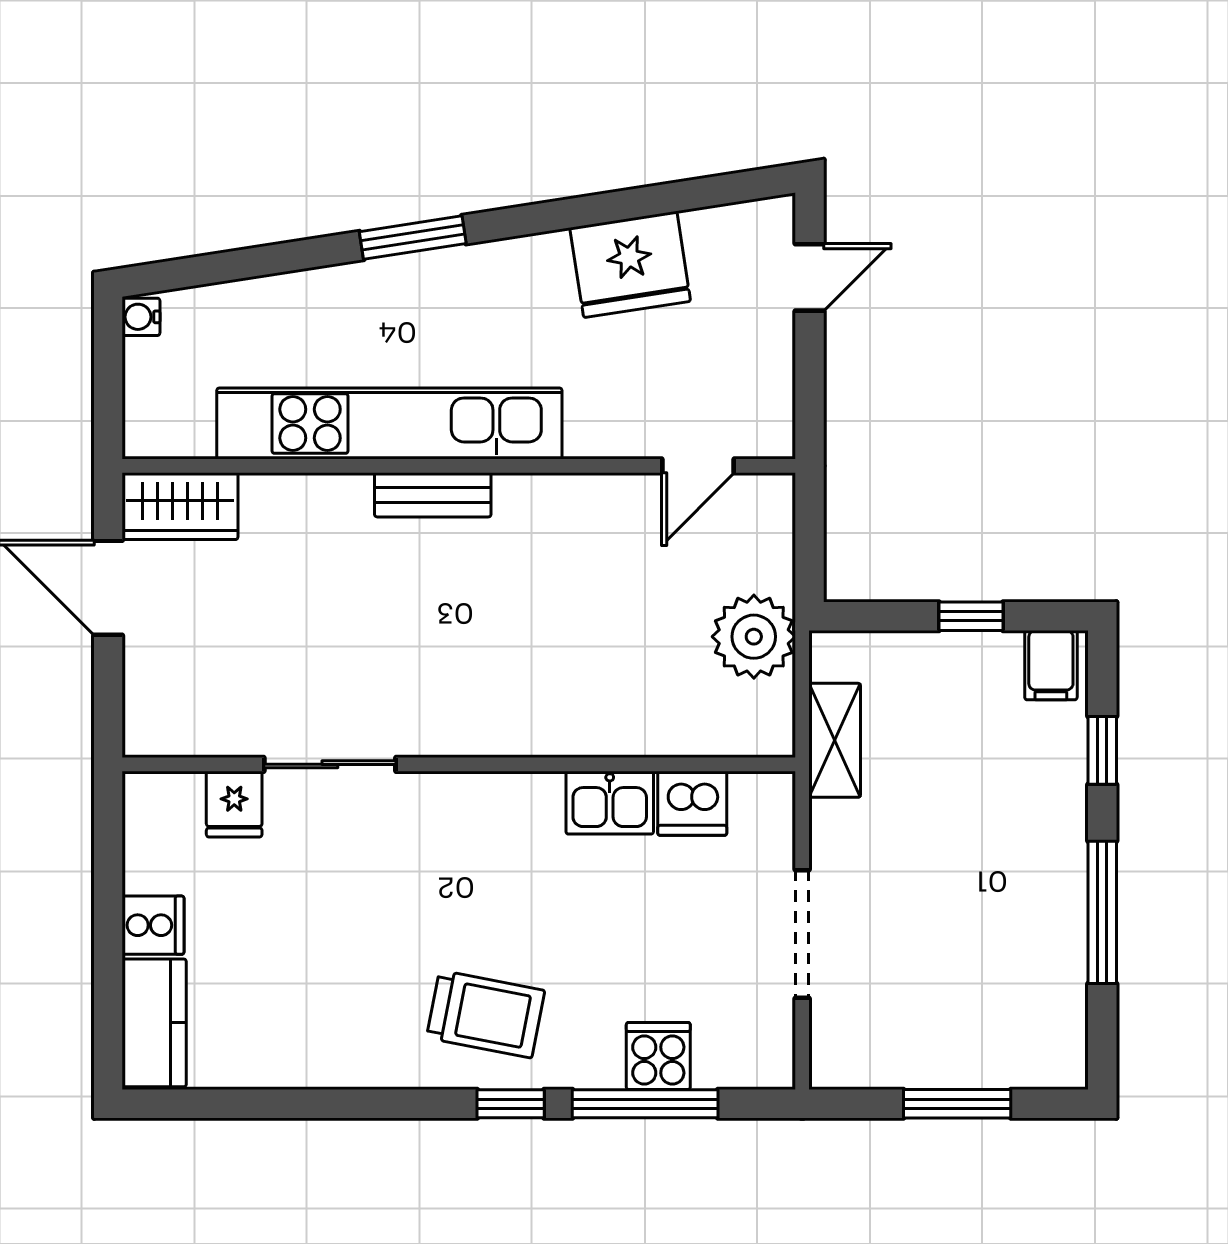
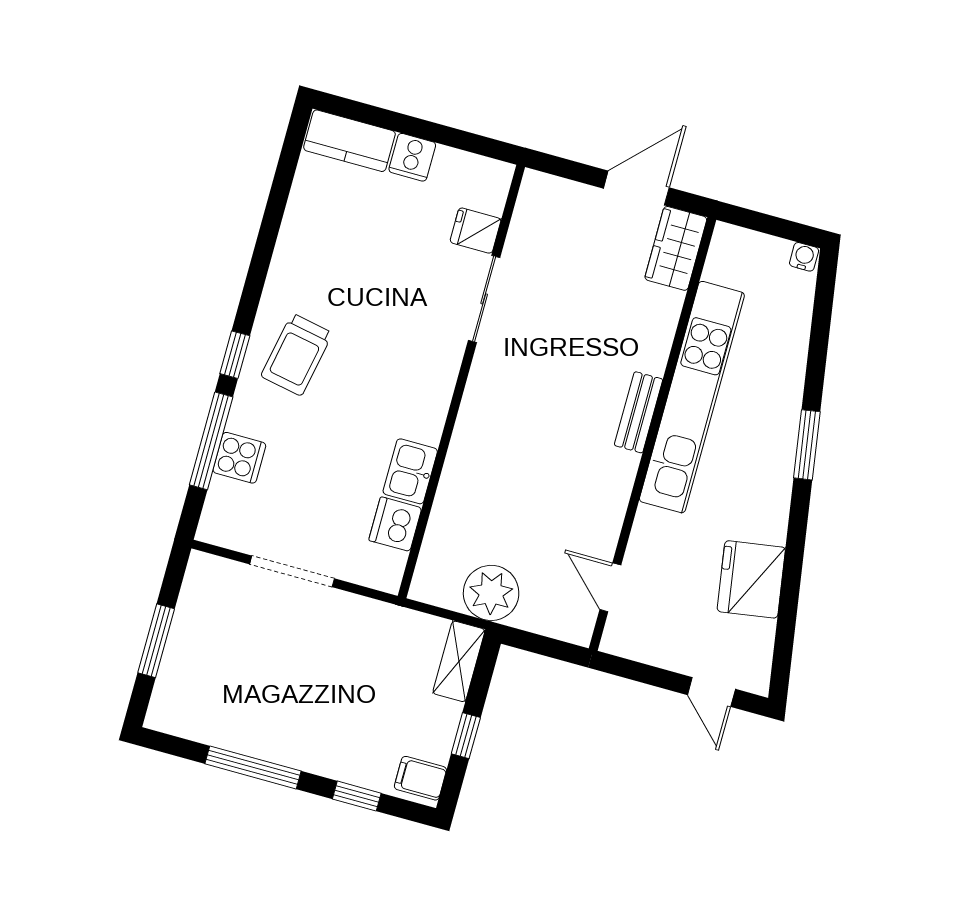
shelving: (835, 740) -> (459, 661), moved, turned 90

